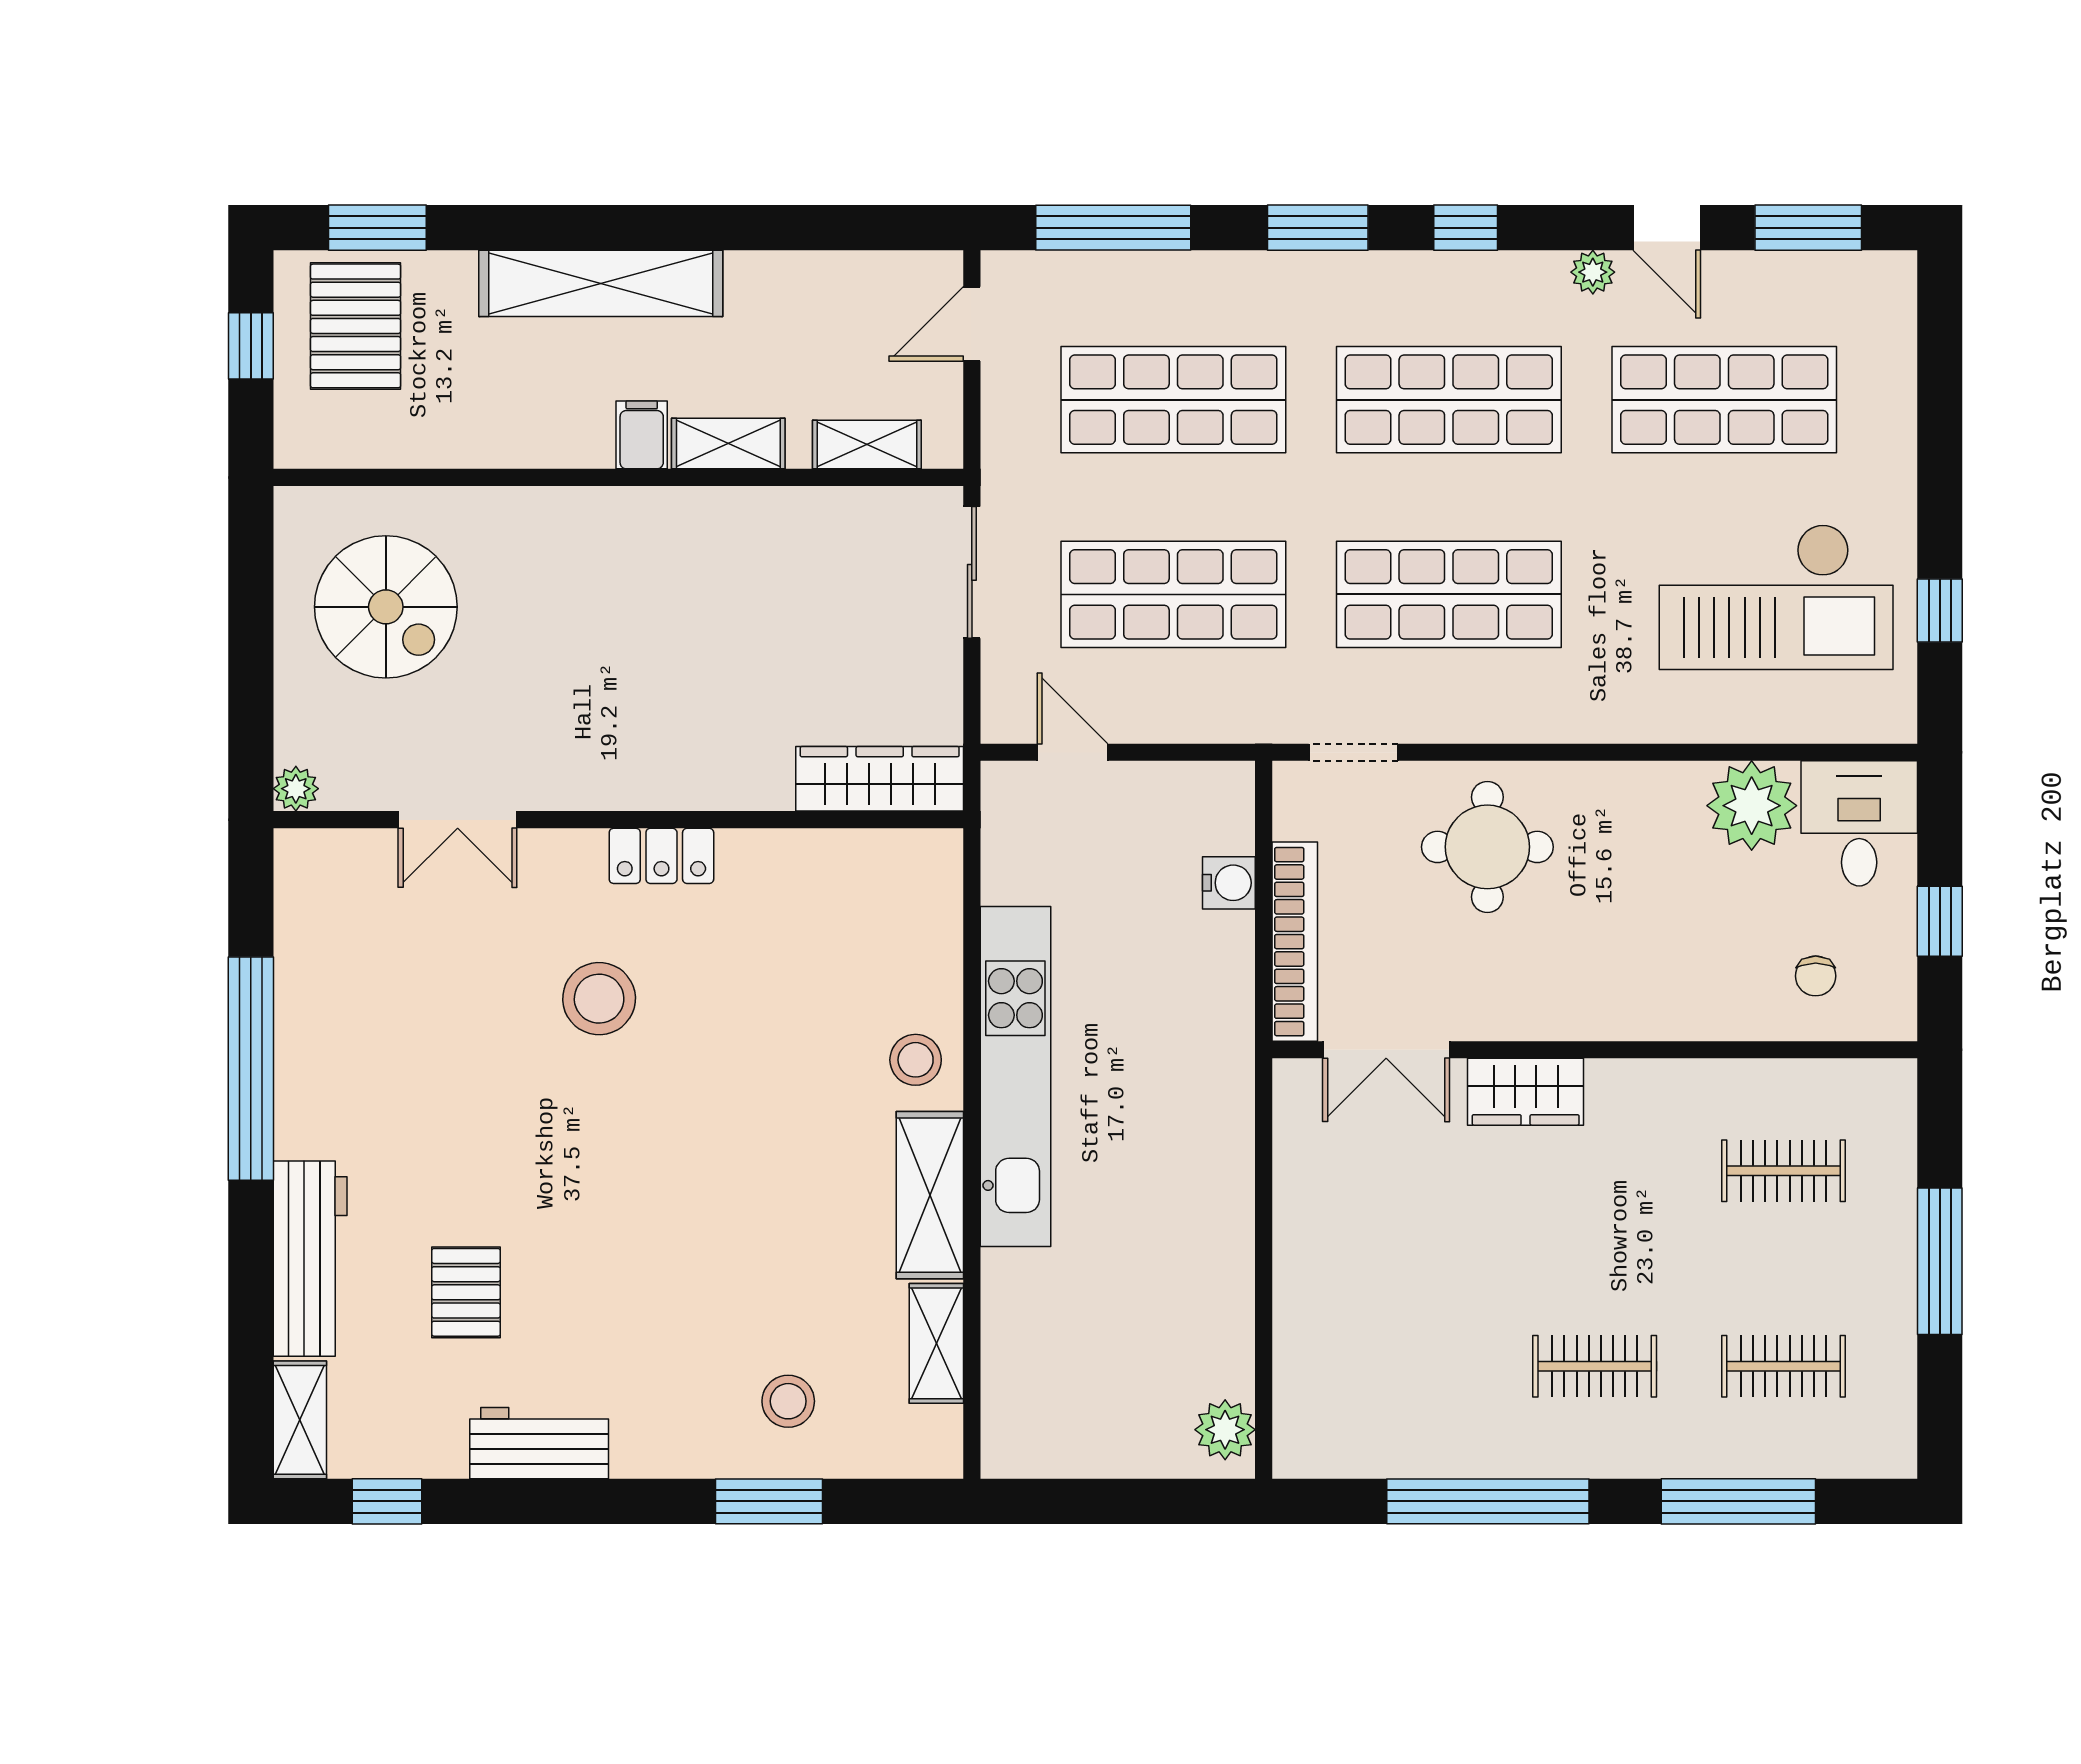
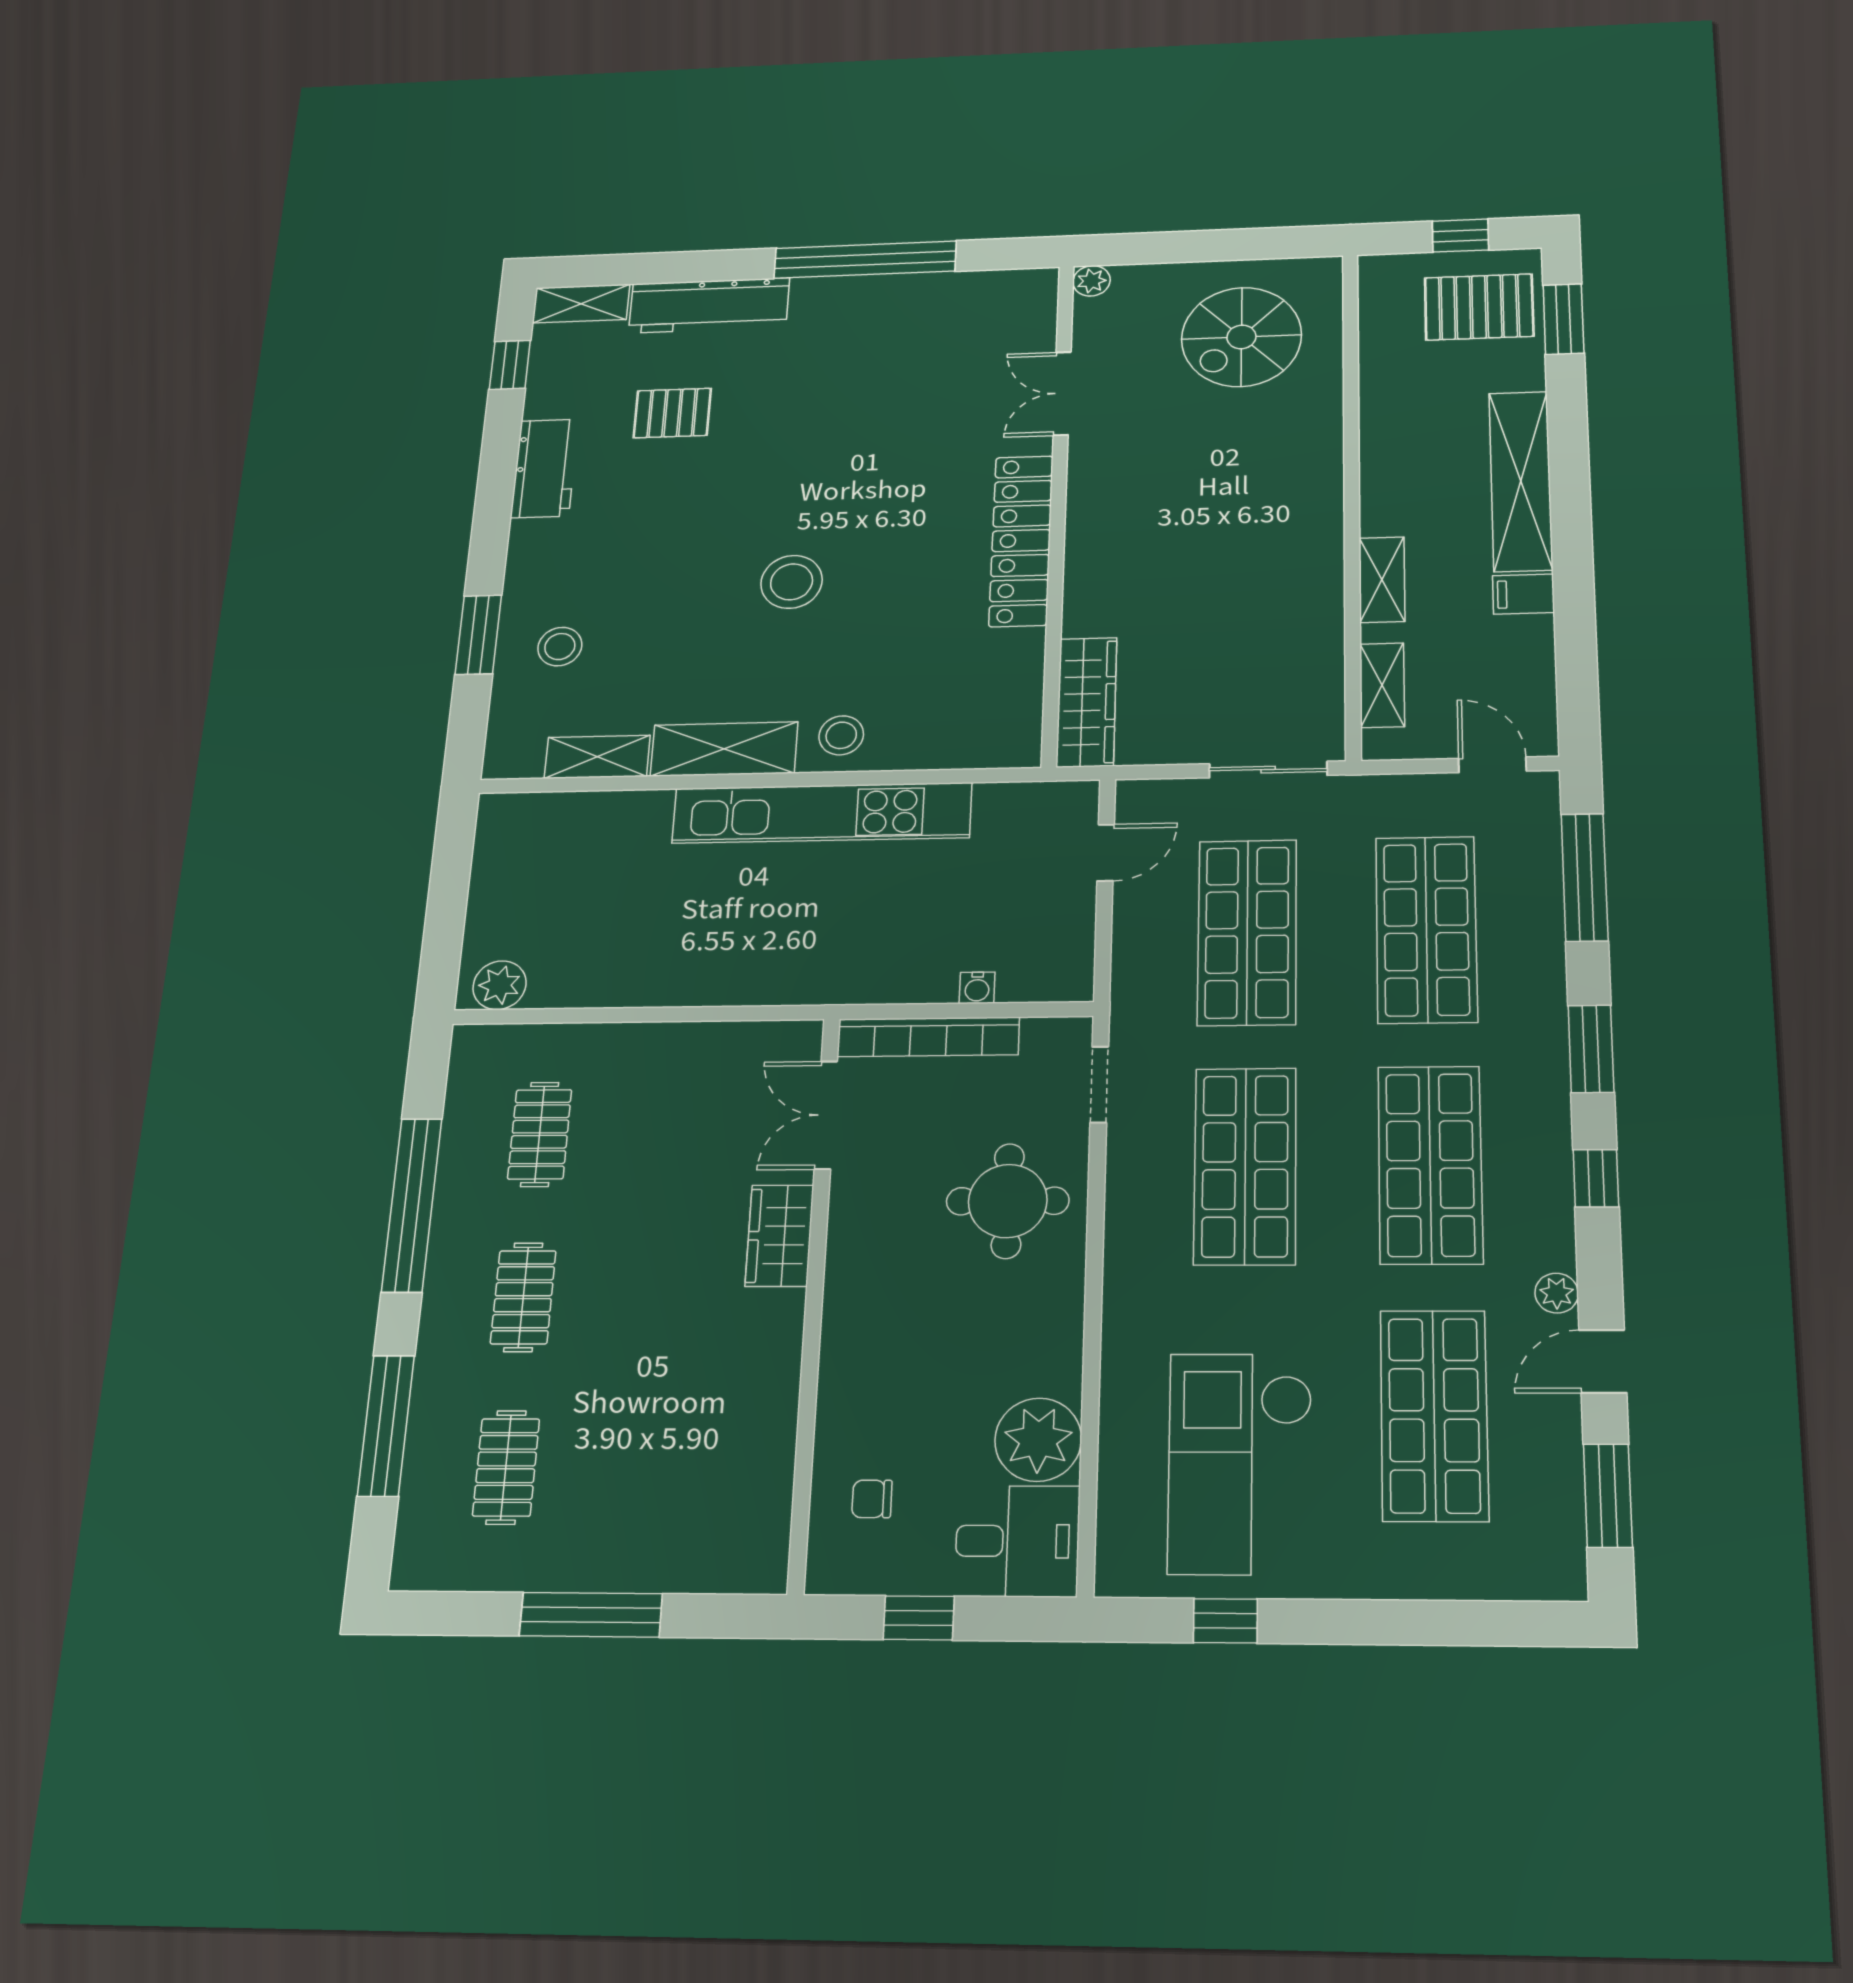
filing cabinet: (642, 435) -> (1523, 594), moved, turned 180
locker: (661, 856) -> (1021, 541), width x2.16, depth x1.21
water cooler: (1229, 883) -> (977, 988), width x0.72, depth x0.72
stool: (599, 999) -> (792, 582), moved
clothes rail: (1783, 1171) -> (540, 1134), moved

